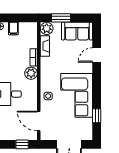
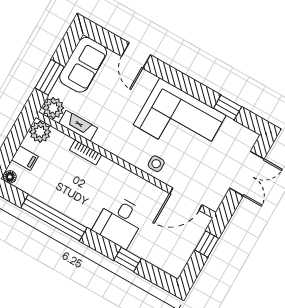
plant: (31, 73) -> (40, 132), moved

